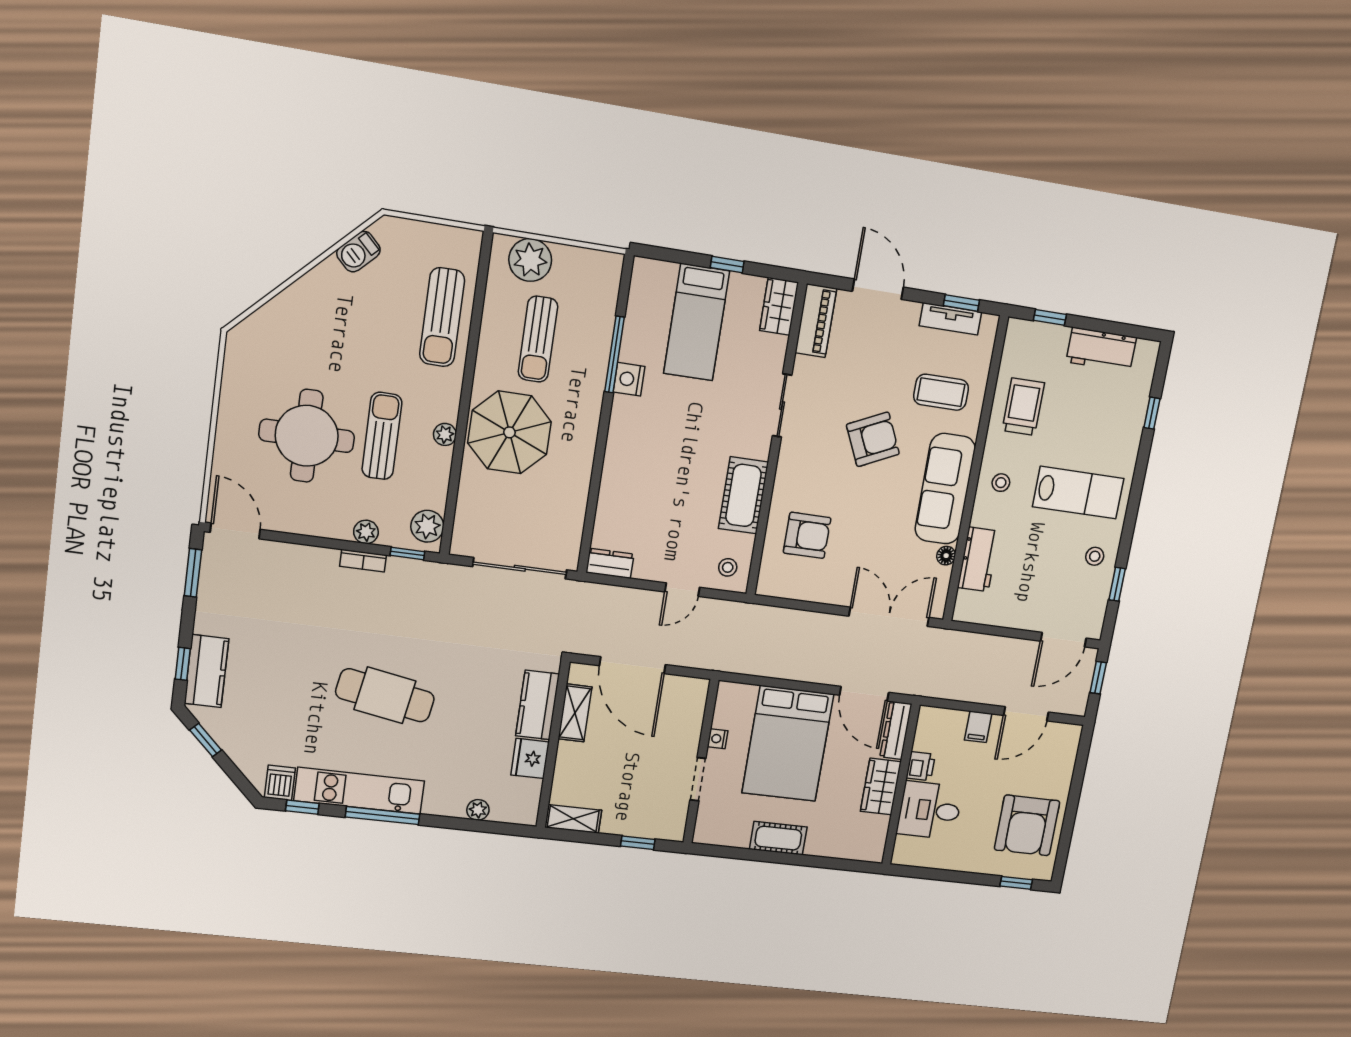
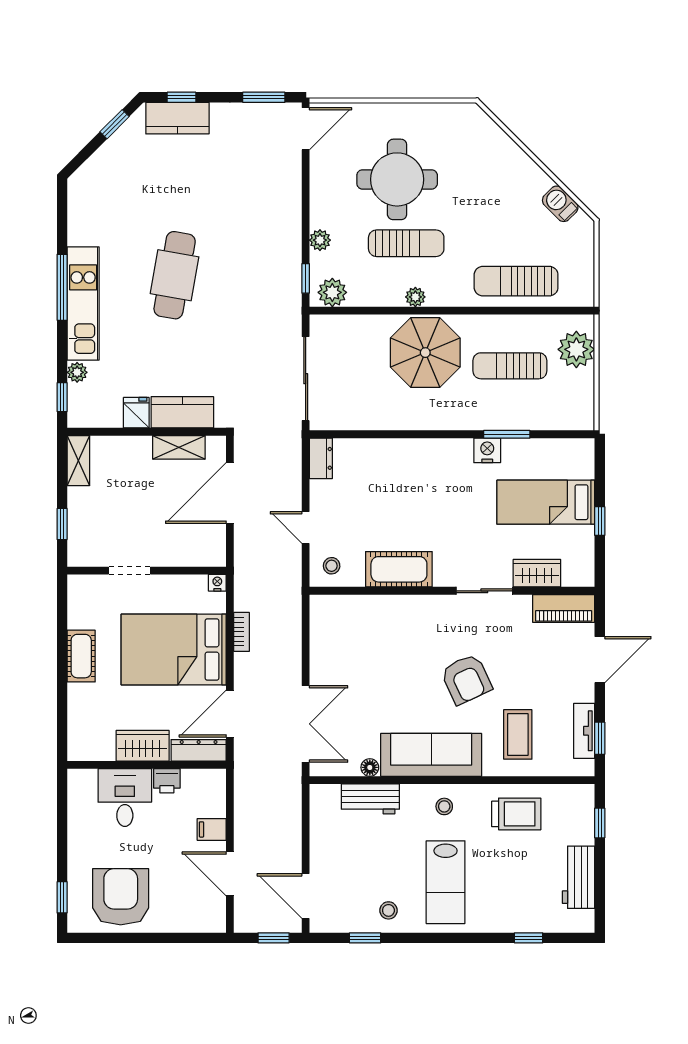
wardrobe: (779, 306) -> (537, 573), moved
window: (614, 354) -> (507, 434), width x0.69
armchair: (807, 535) -> (371, 634), removed
bookcase: (363, 561) -> (242, 632), moved, turned 180
nightstand: (718, 739) -> (217, 583), moved
fridge: (530, 758) -> (136, 413), width x0.72
dishwasher: (280, 783) -> (83, 193), removed
kitchen unit: (359, 791) -> (83, 304), moved
window: (302, 807) -> (62, 397), moved
armchair: (1027, 825) -> (121, 897), turned 90

